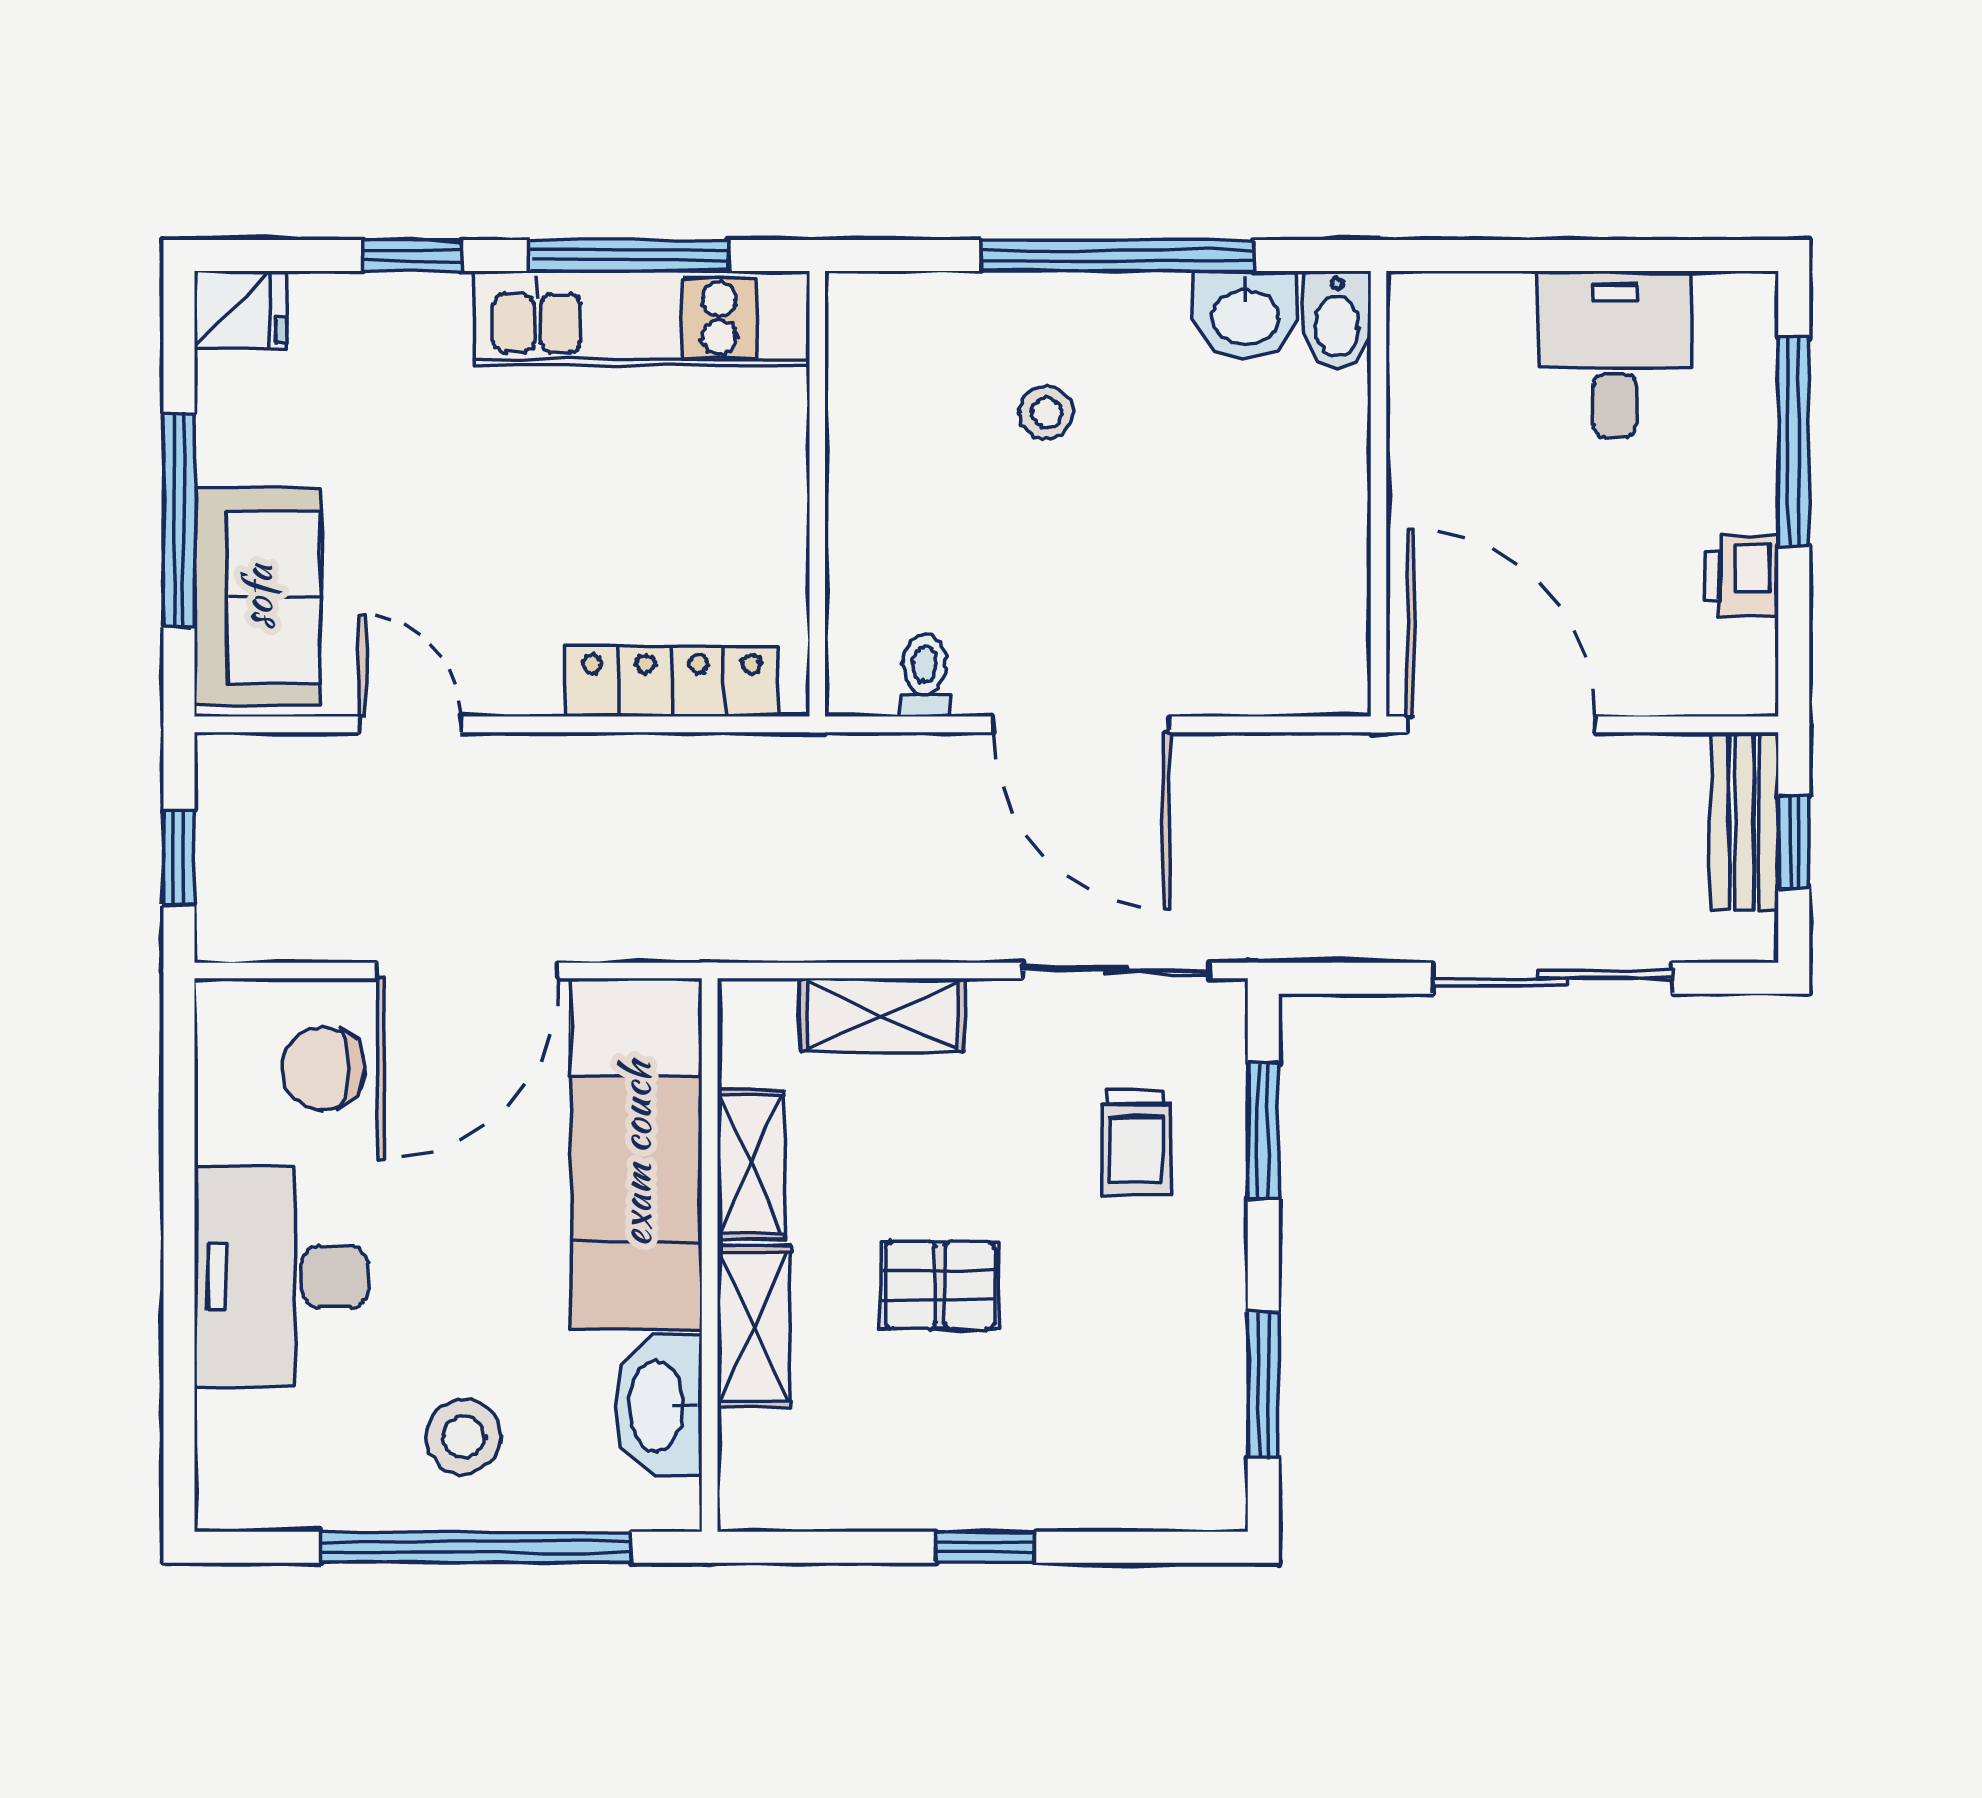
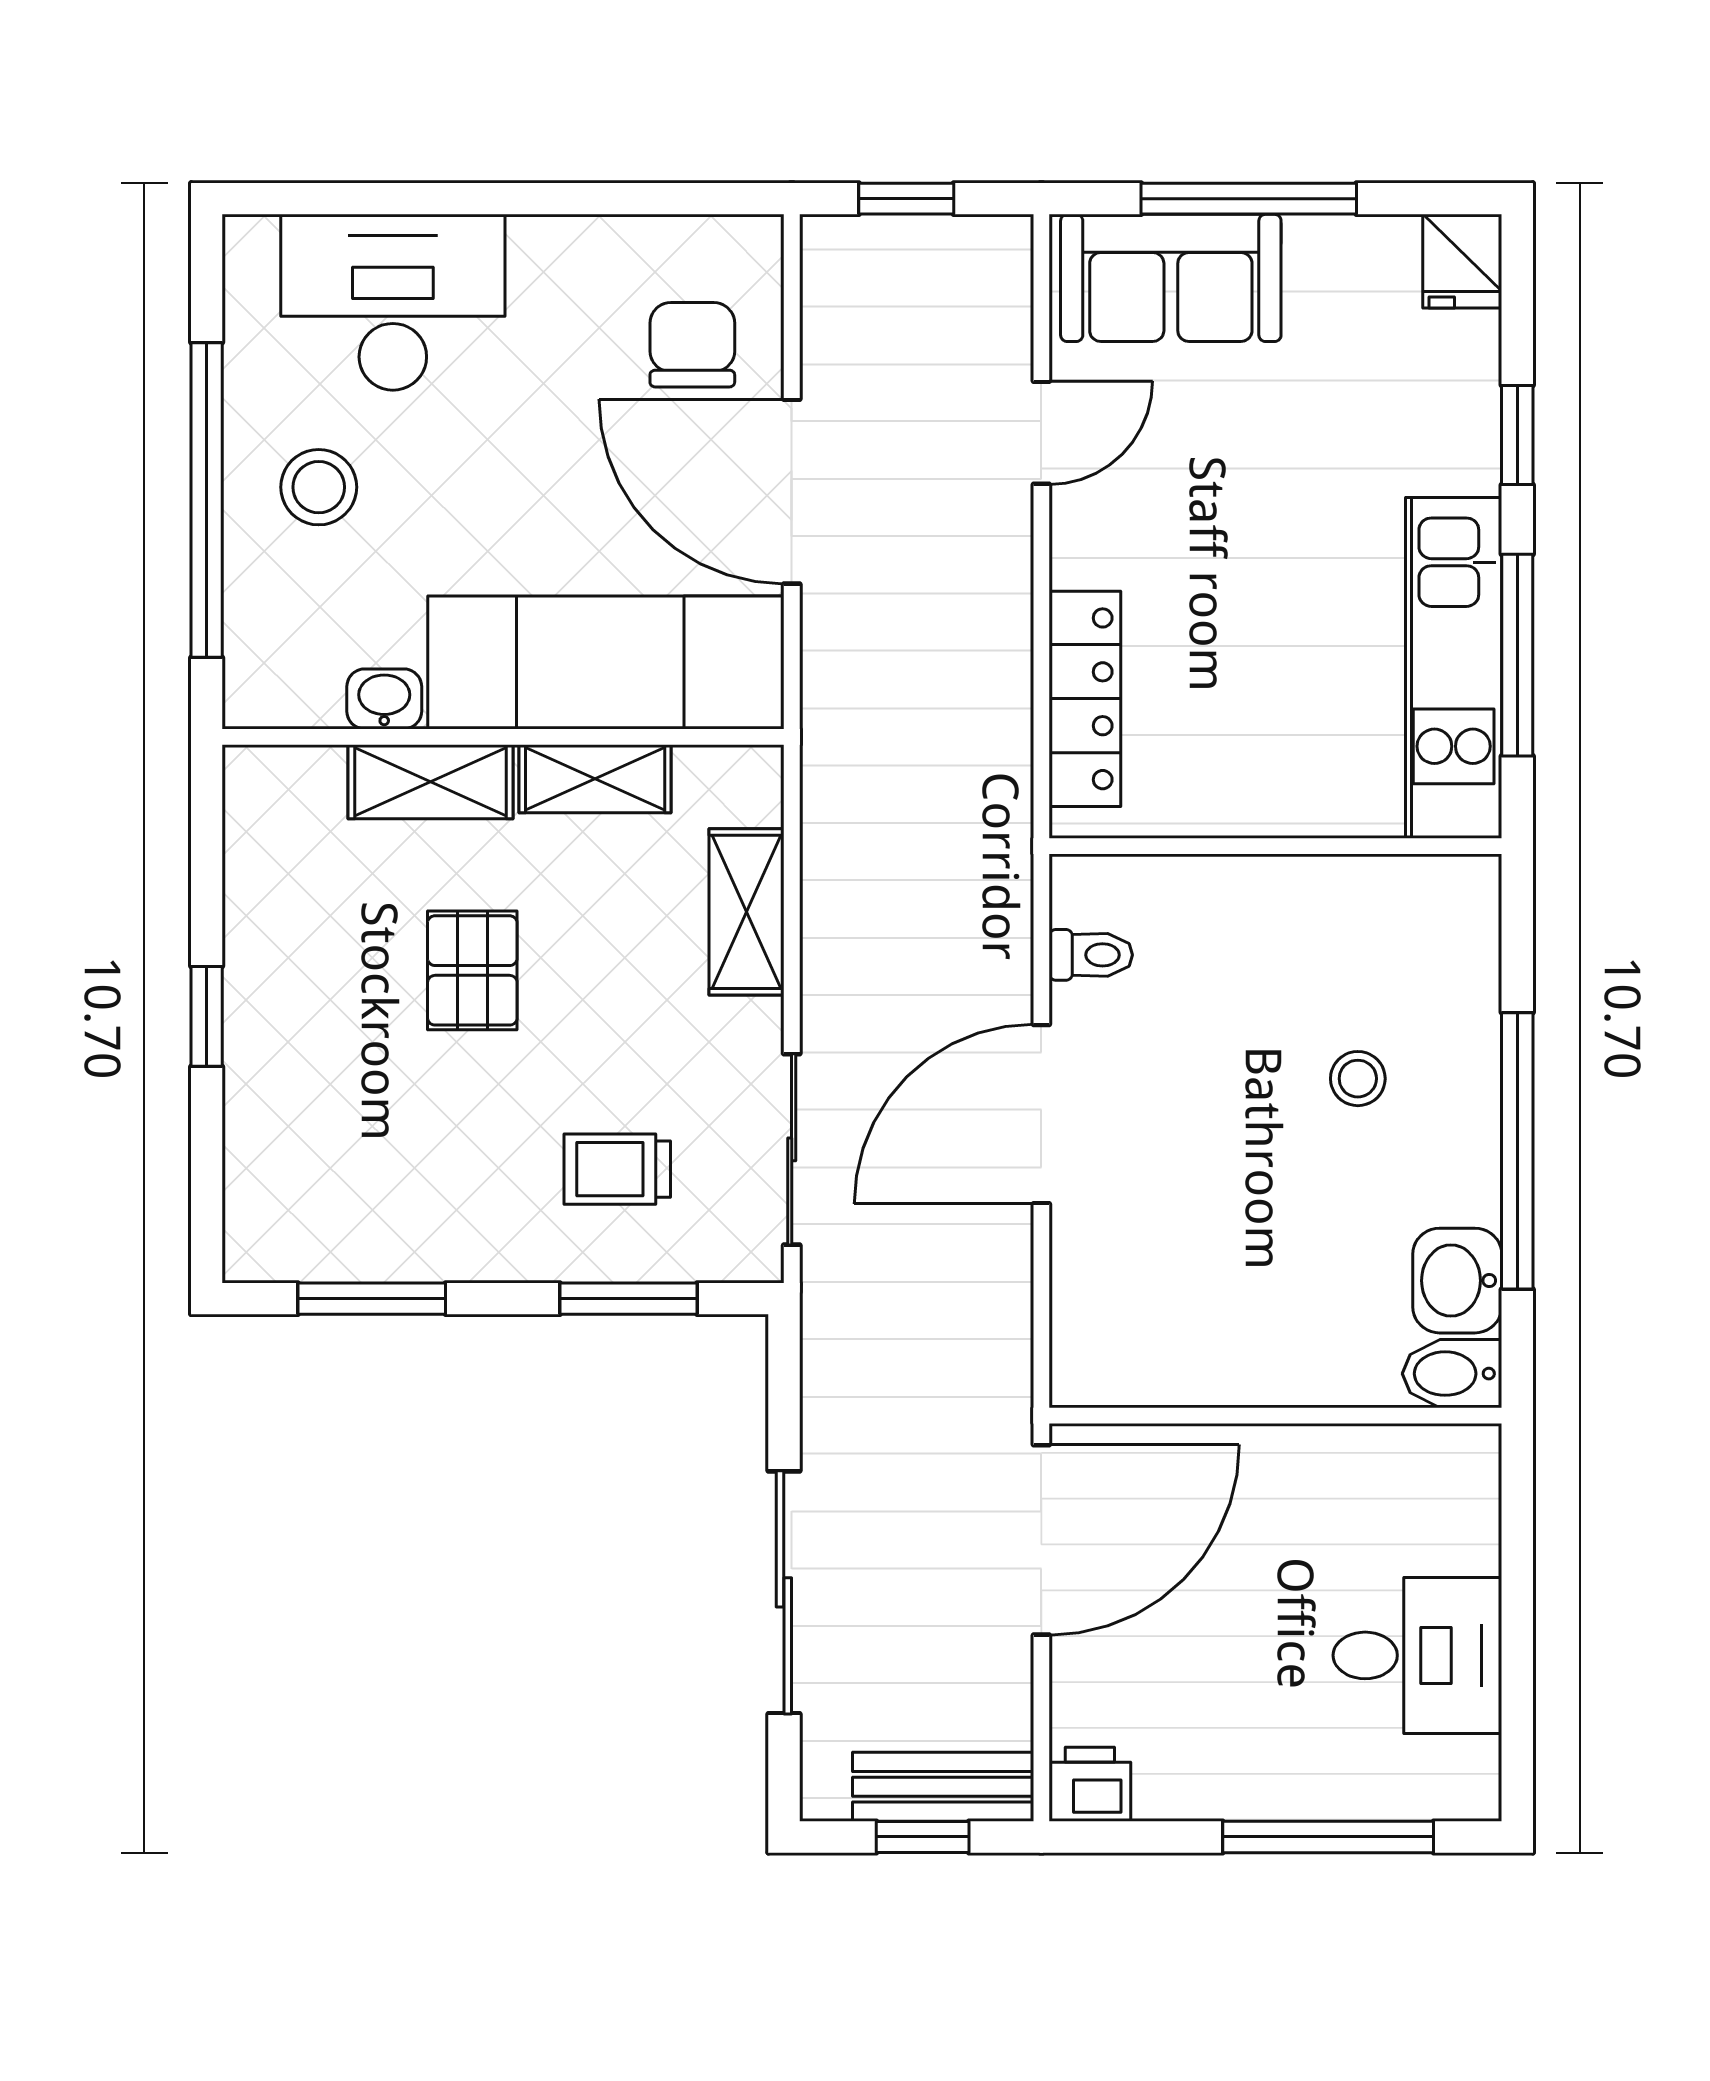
printer: (1742, 576) -> (1090, 1784), moved
desk: (281, 1277) -> (393, 302), moved
washbasin: (659, 1406) -> (384, 699), width x0.52, depth x0.69

